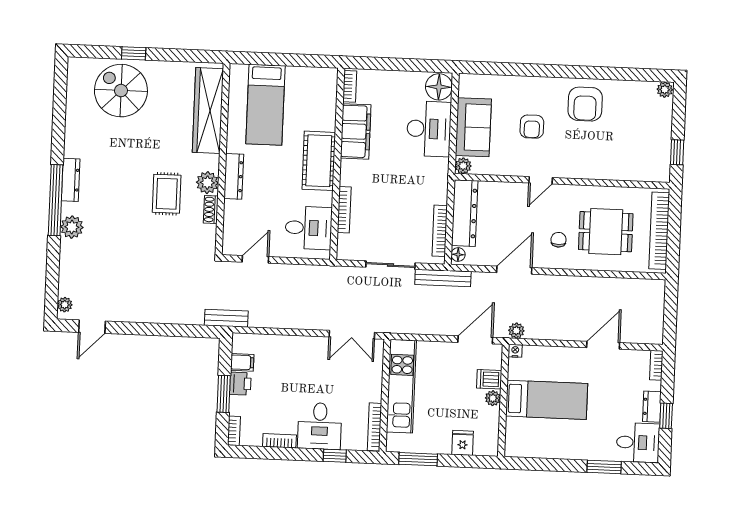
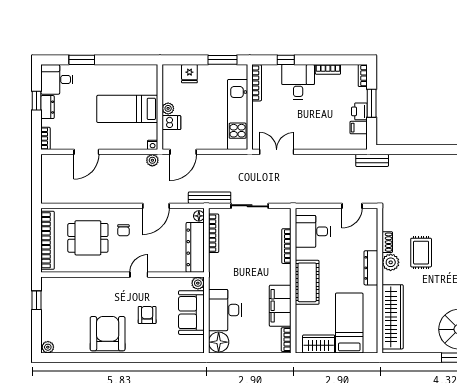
wardrobe: (307, 79) -> (319, 344), added
armchair: (585, 104) -> (108, 334), width x1.36, depth x1.36

